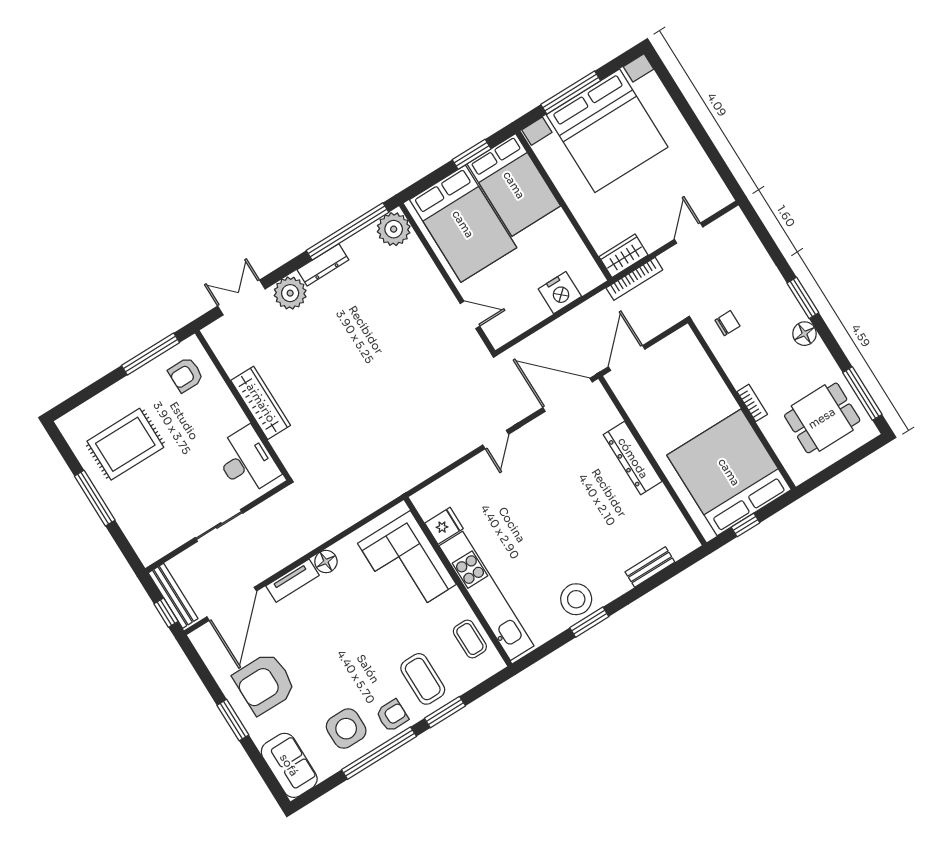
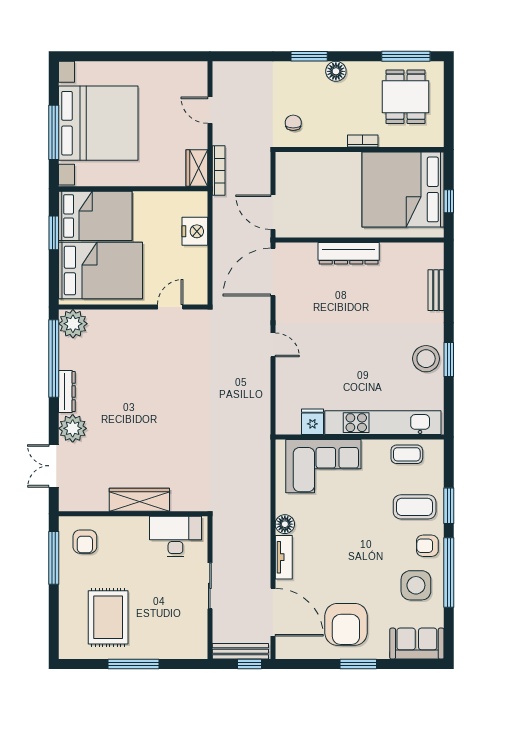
armchair: (392, 715) -> (427, 546), turned -90

